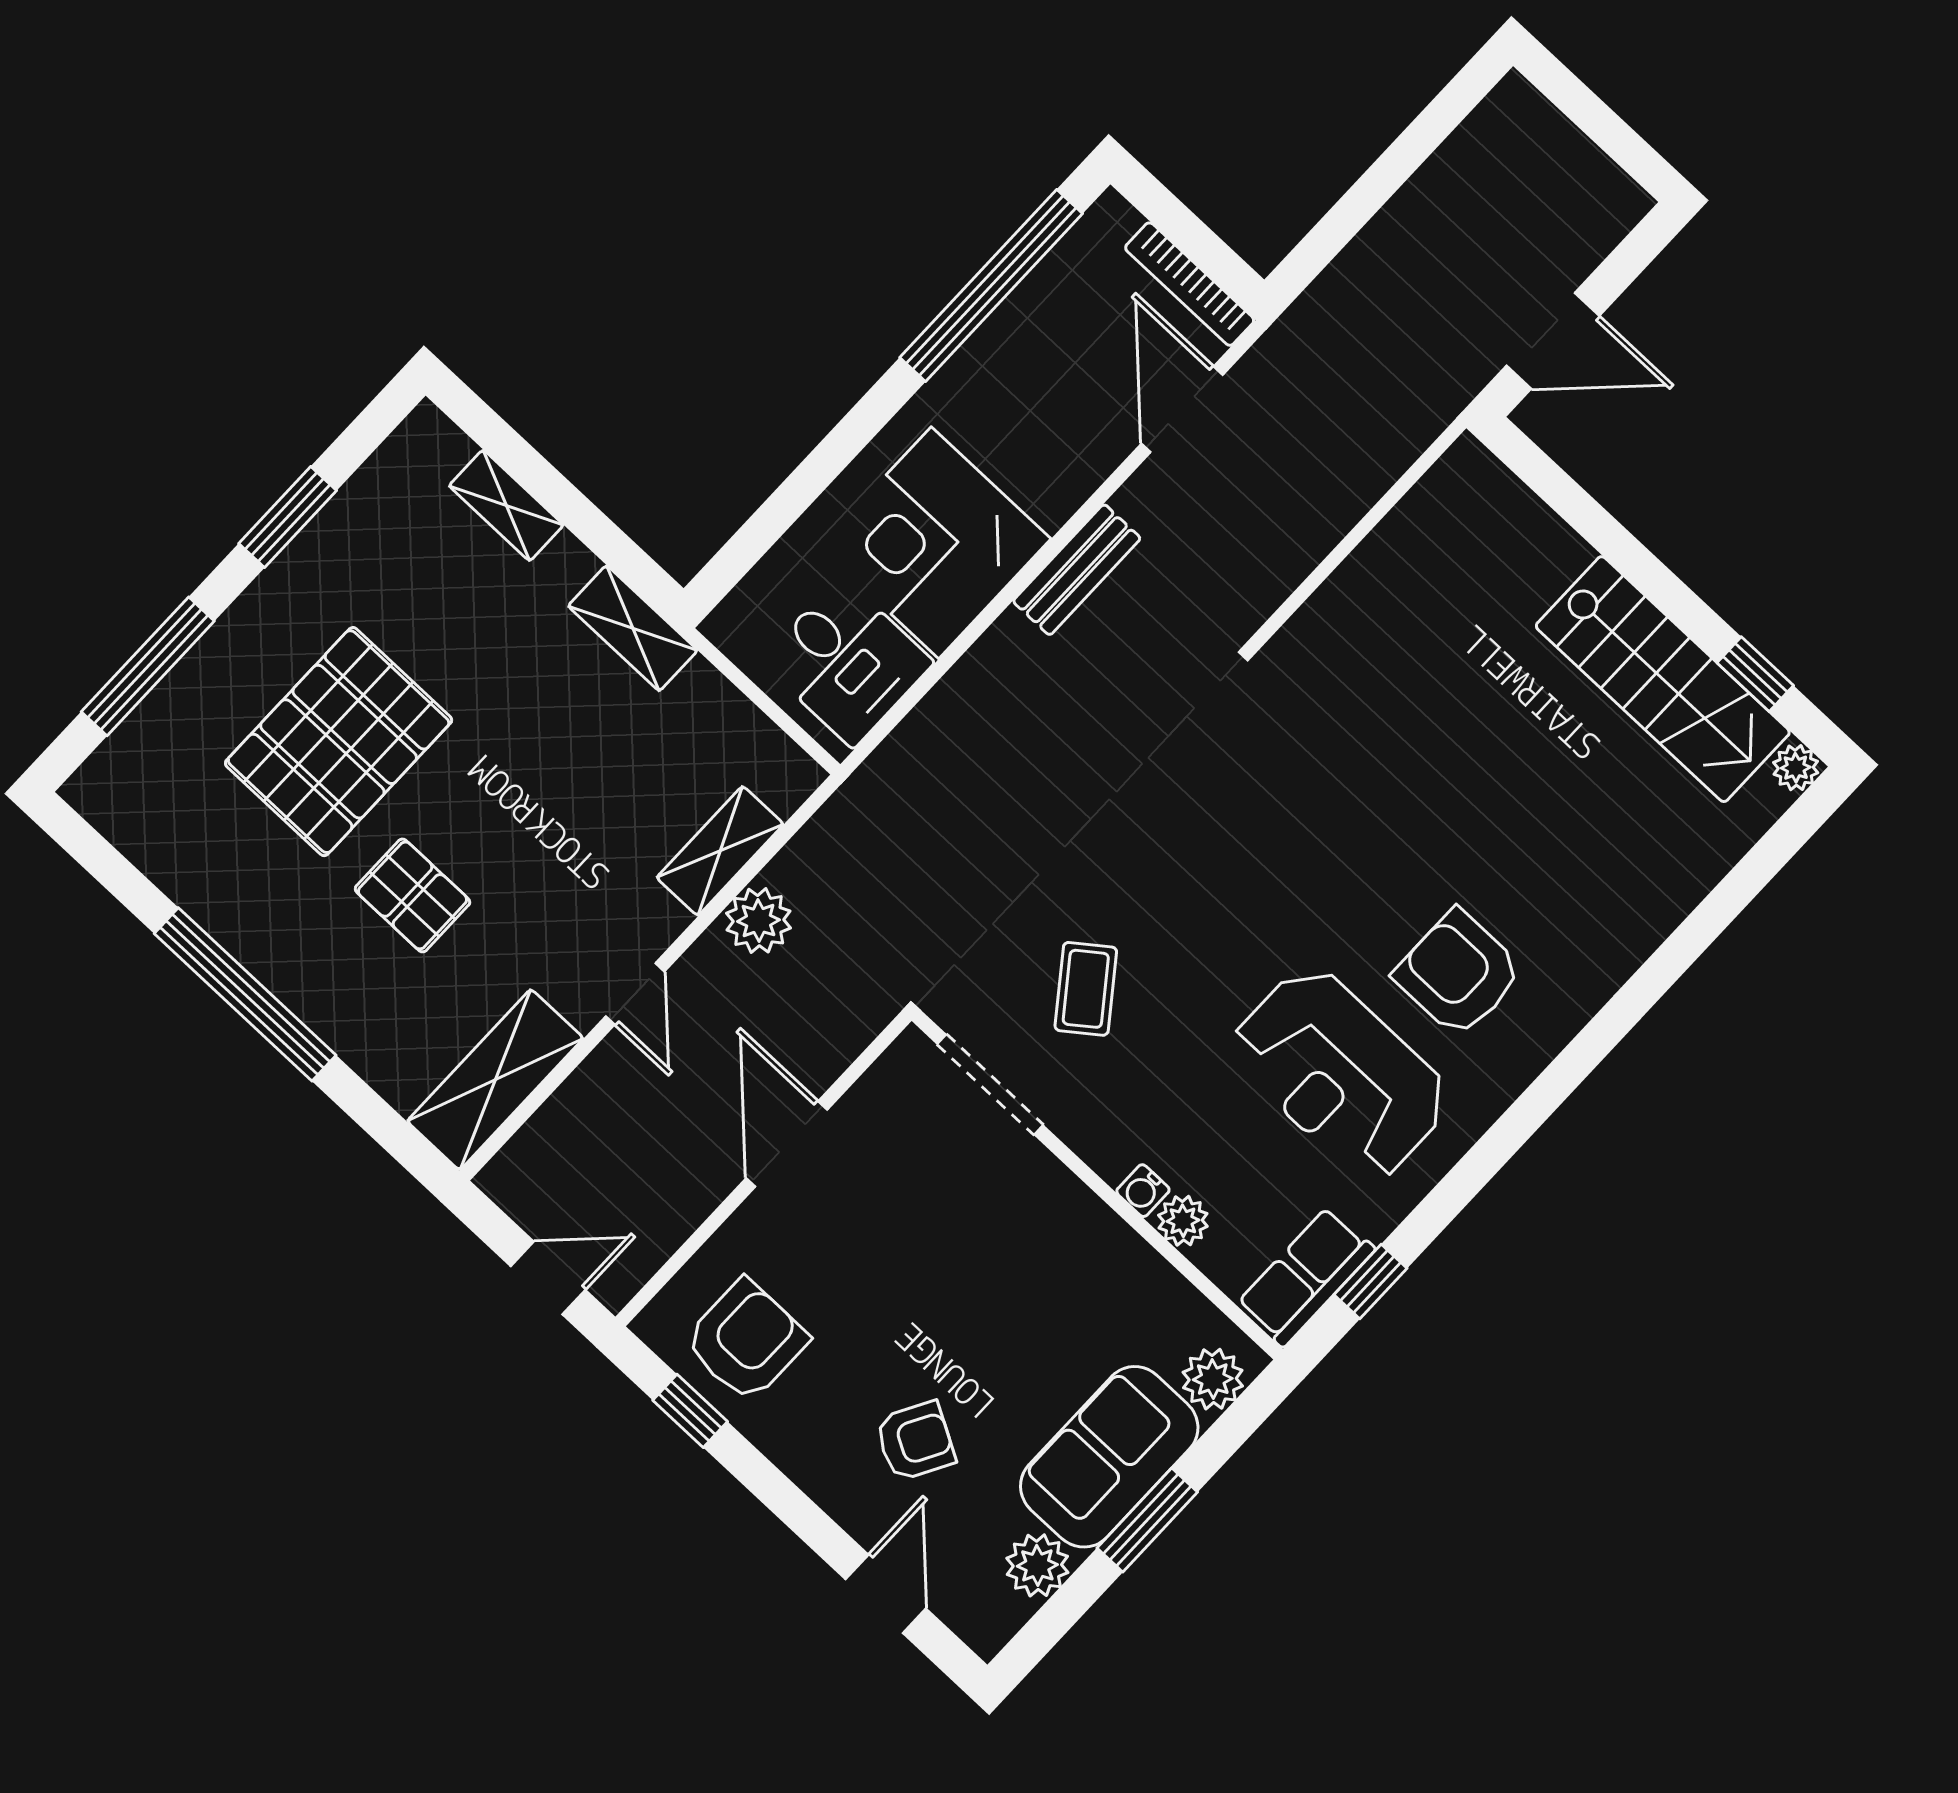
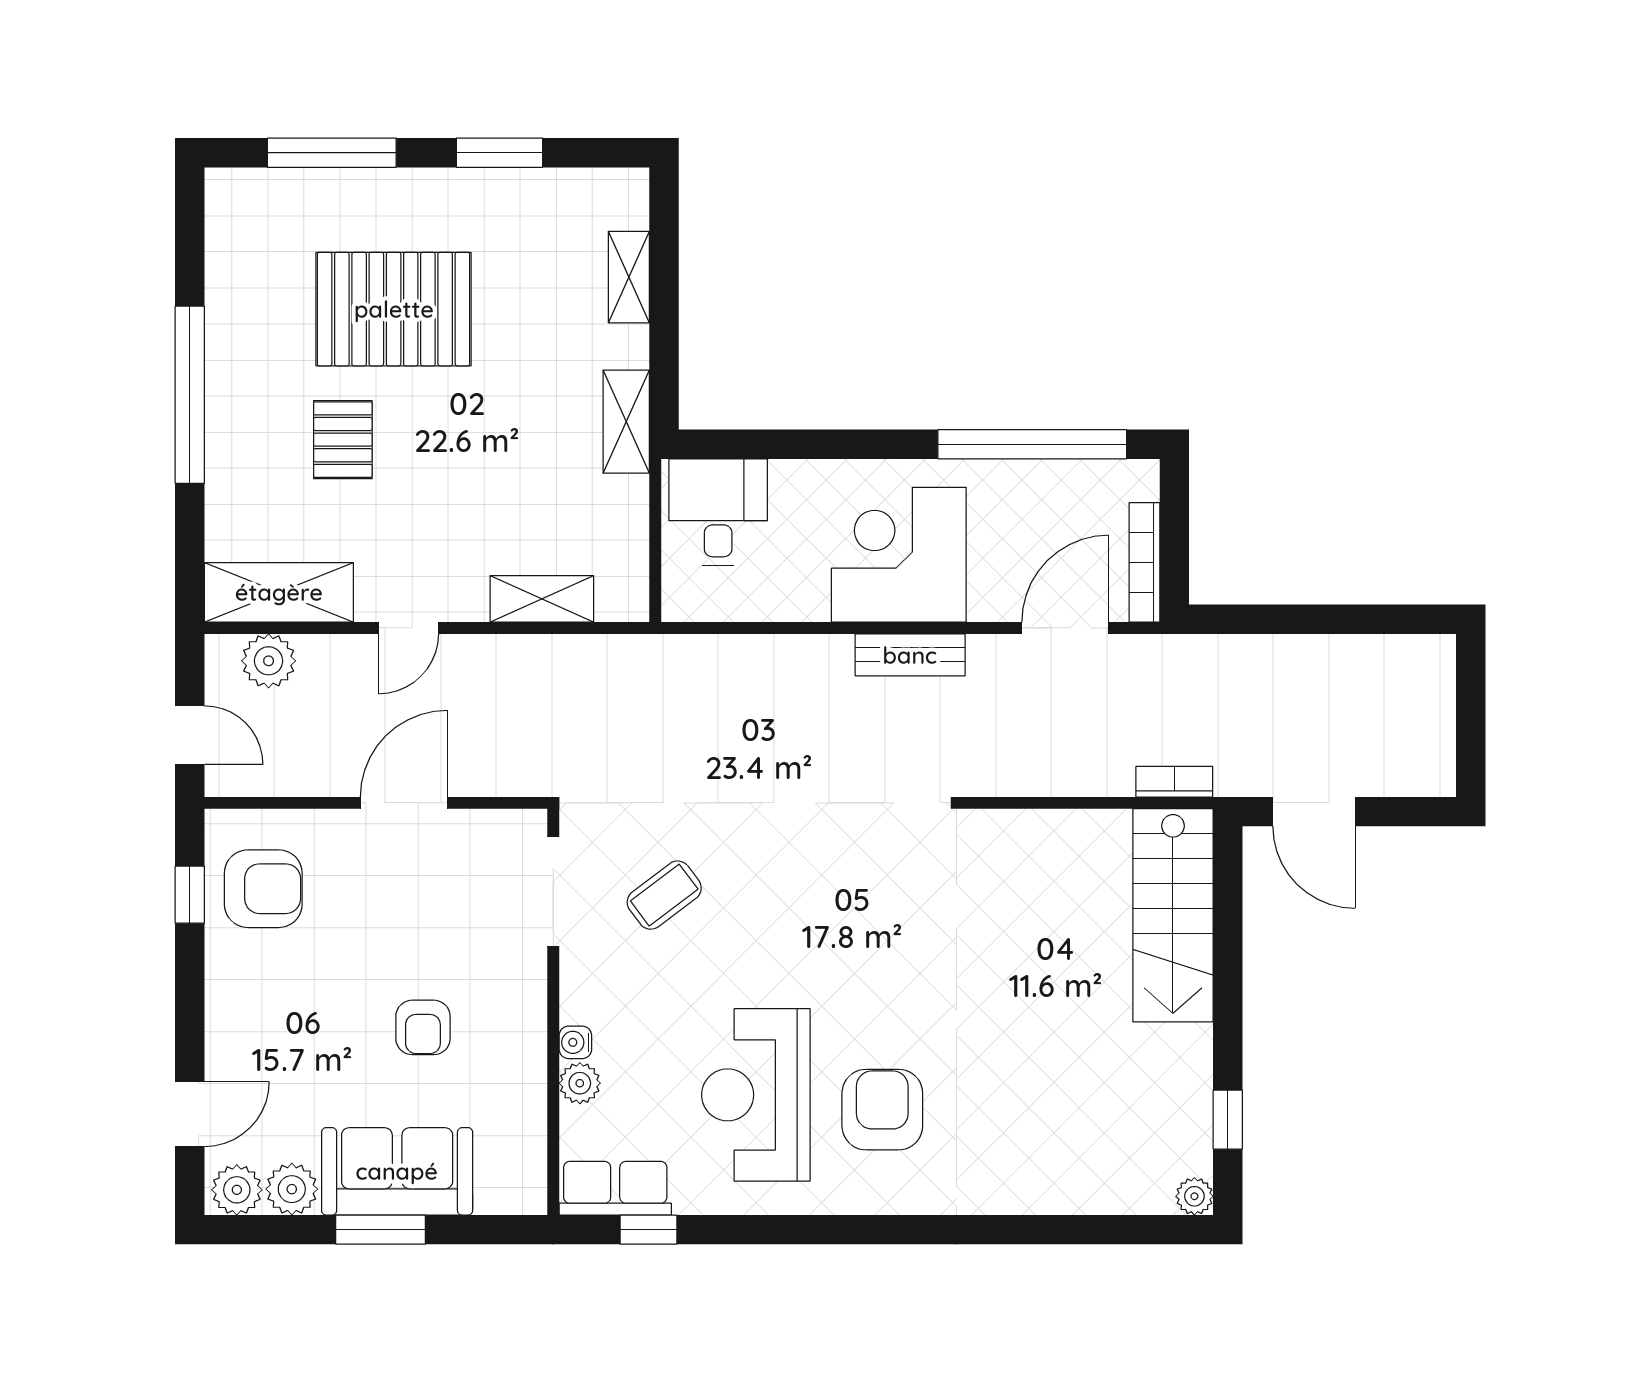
bookcase: (1410, 440) -> (1174, 782), added
corner desk: (935, 543) -> (899, 555), moved
desk: (847, 662) -> (718, 512), moved, turned 180
stairs: (1663, 679) -> (1173, 915), moved
plant: (759, 921) -> (269, 661), moved
plant: (1213, 1379) -> (237, 1190), moved
armchair: (915, 1441) -> (423, 1027), moved, turned 61

